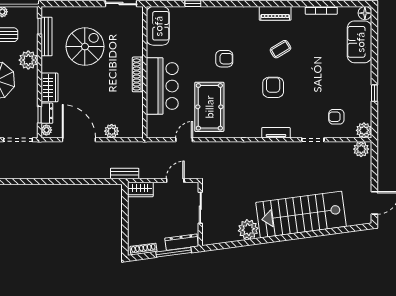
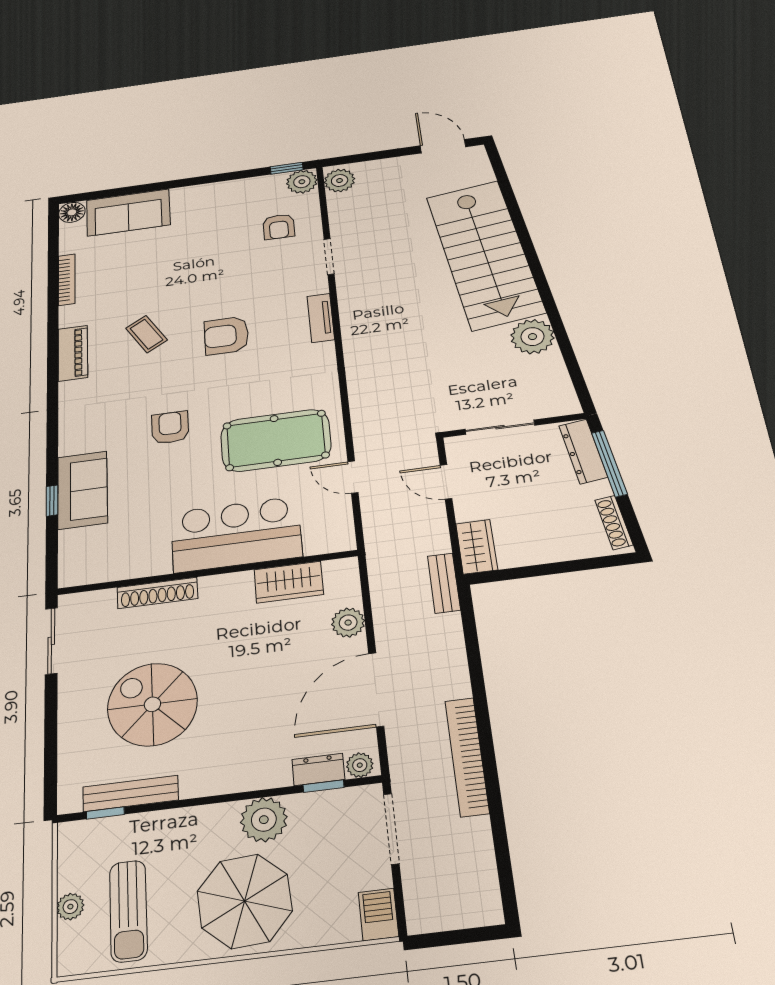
sofa: (158, 26) -> (82, 490), moved, turned 90
plant: (28, 60) -> (264, 820), moved
shoe rack: (138, 74) -> (157, 593), moved
wardrobe: (49, 87) -> (289, 582), moved, turned 180
window: (374, 93) -> (287, 168), moved
bookcase: (44, 173) -> (467, 757), added

